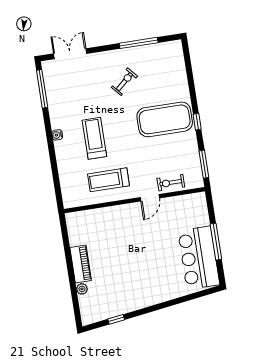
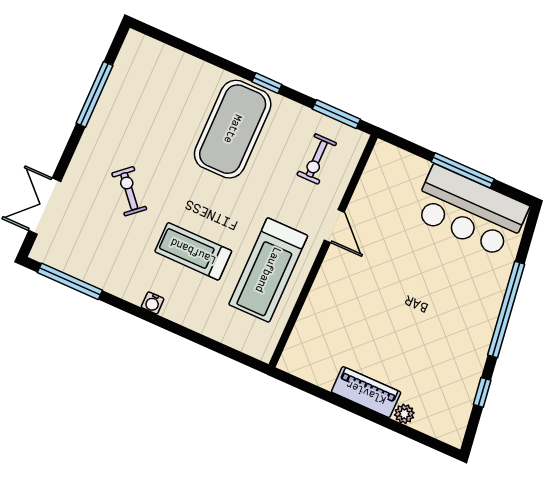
exercise bike: (124, 82) -> (129, 191), moved
treadmill: (109, 180) -> (268, 270), width x1.37, depth x1.38
exercise bike: (171, 183) -> (317, 159), moved
window: (163, 305) -> (506, 310), added

